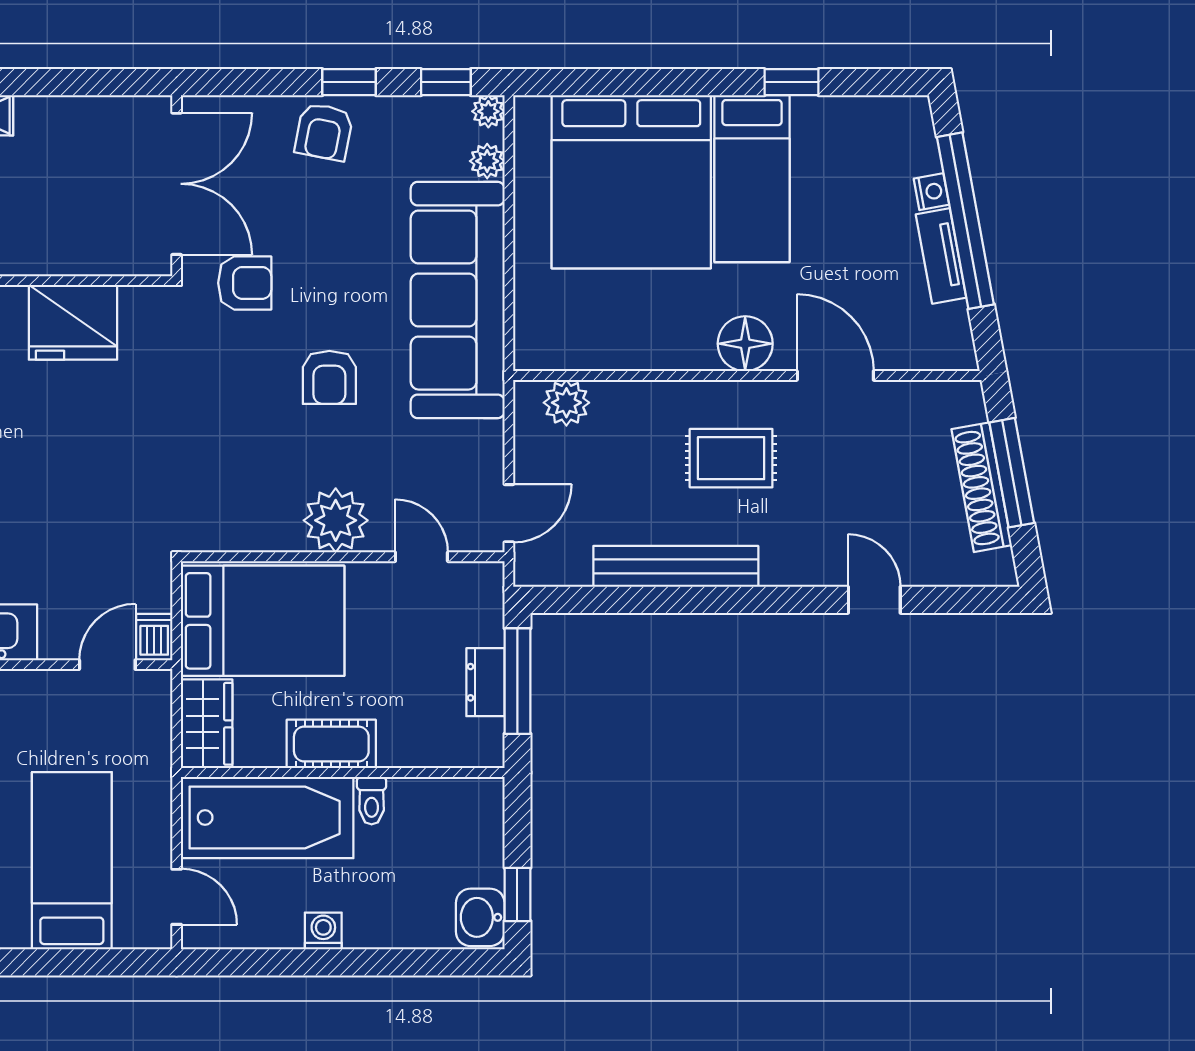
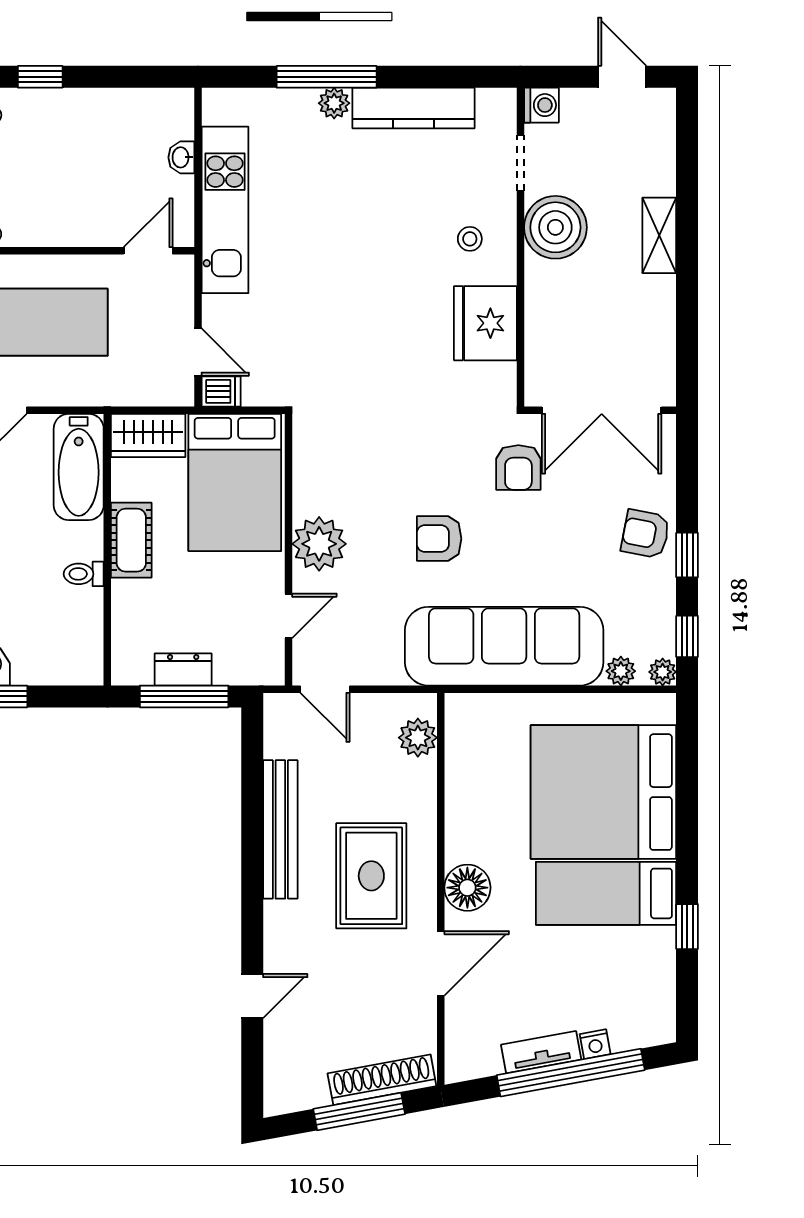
rug: (731, 458) -> (371, 876), width x1.36, depth x1.43
shoe rack: (982, 487) -> (382, 1080), moved
bathtub: (267, 817) -> (79, 467), width x0.73, depth x0.73

